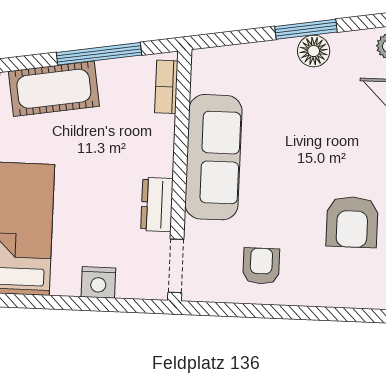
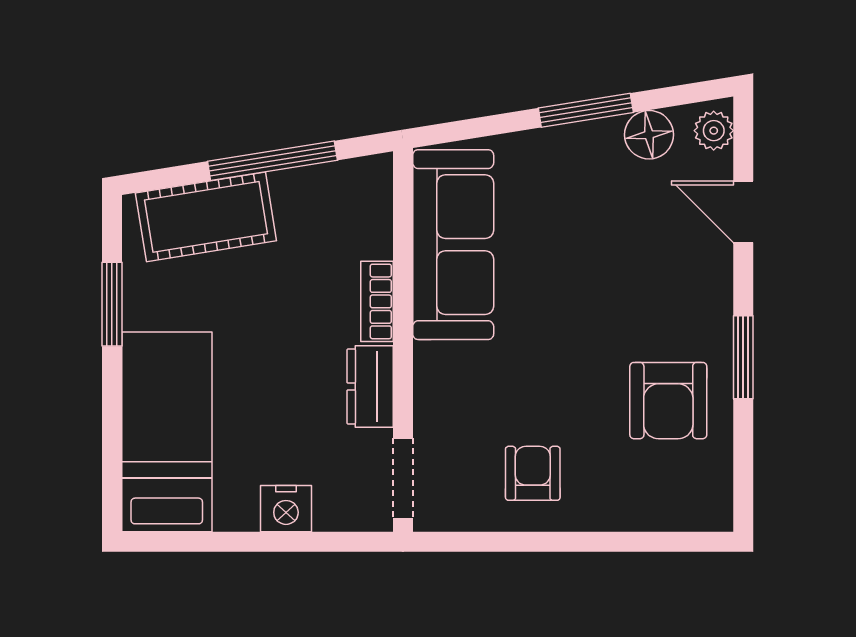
floor lamp: (314, 51) -> (649, 135), moved
bookcase: (166, 87) -> (377, 301), moved
sofa: (213, 157) -> (453, 245), moved

